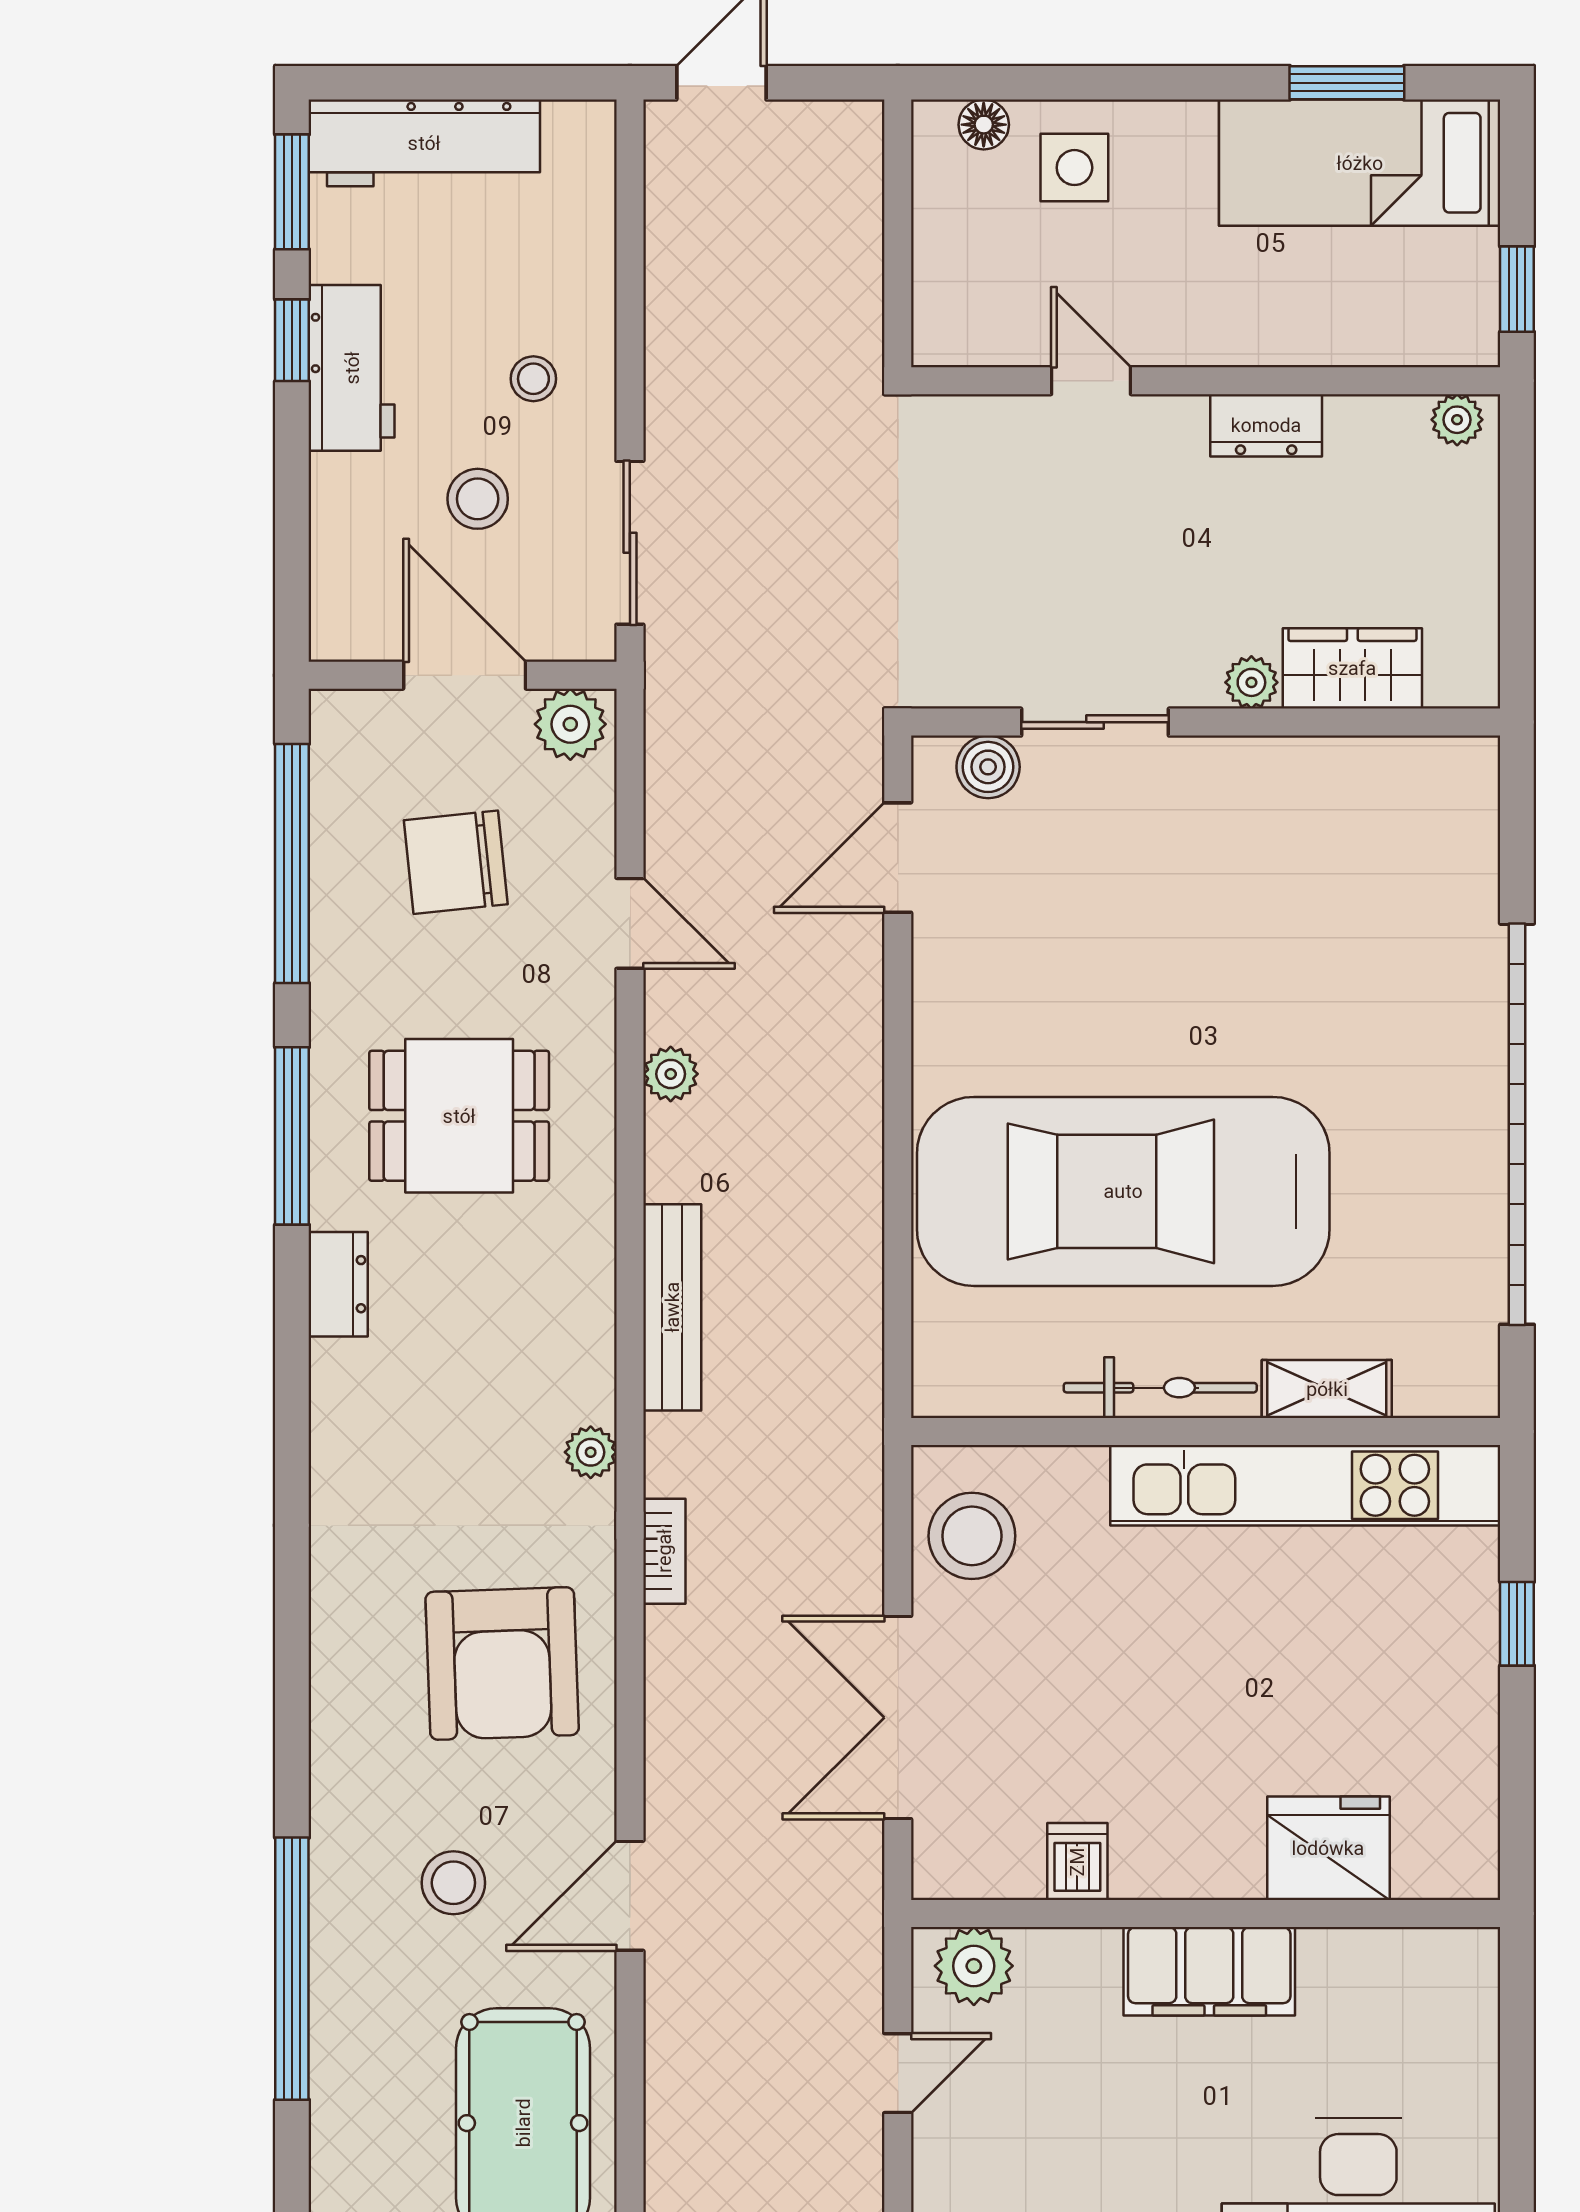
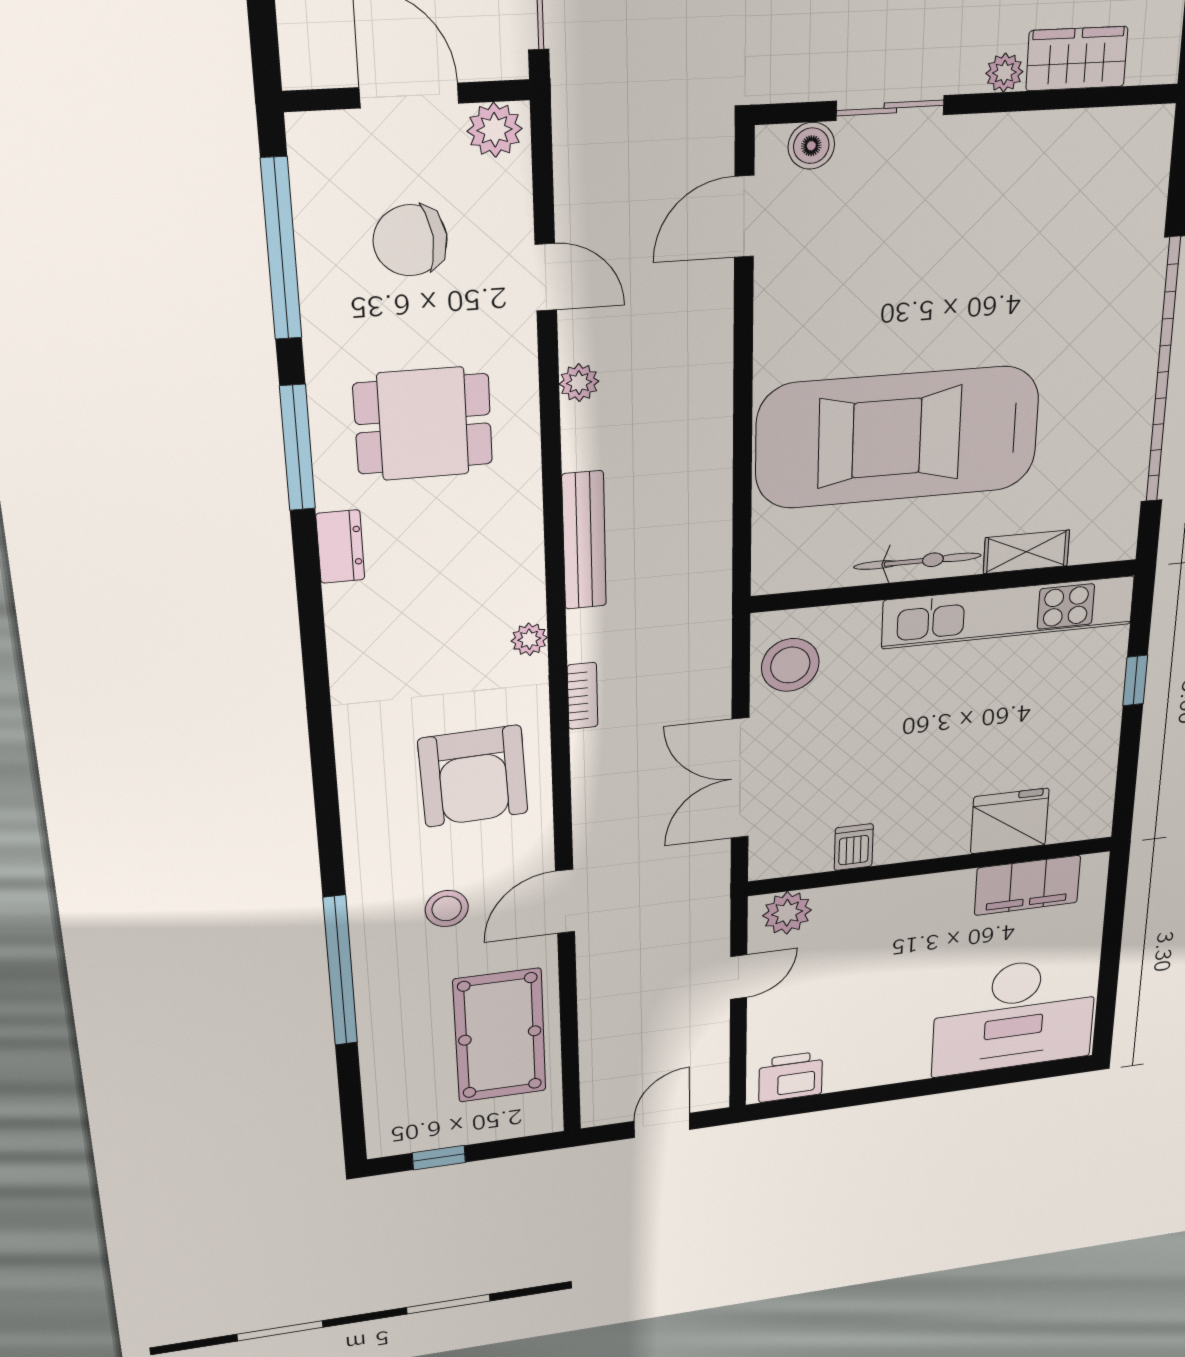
filing cabinet: (1209, 1971) -> (1027, 885), moved

